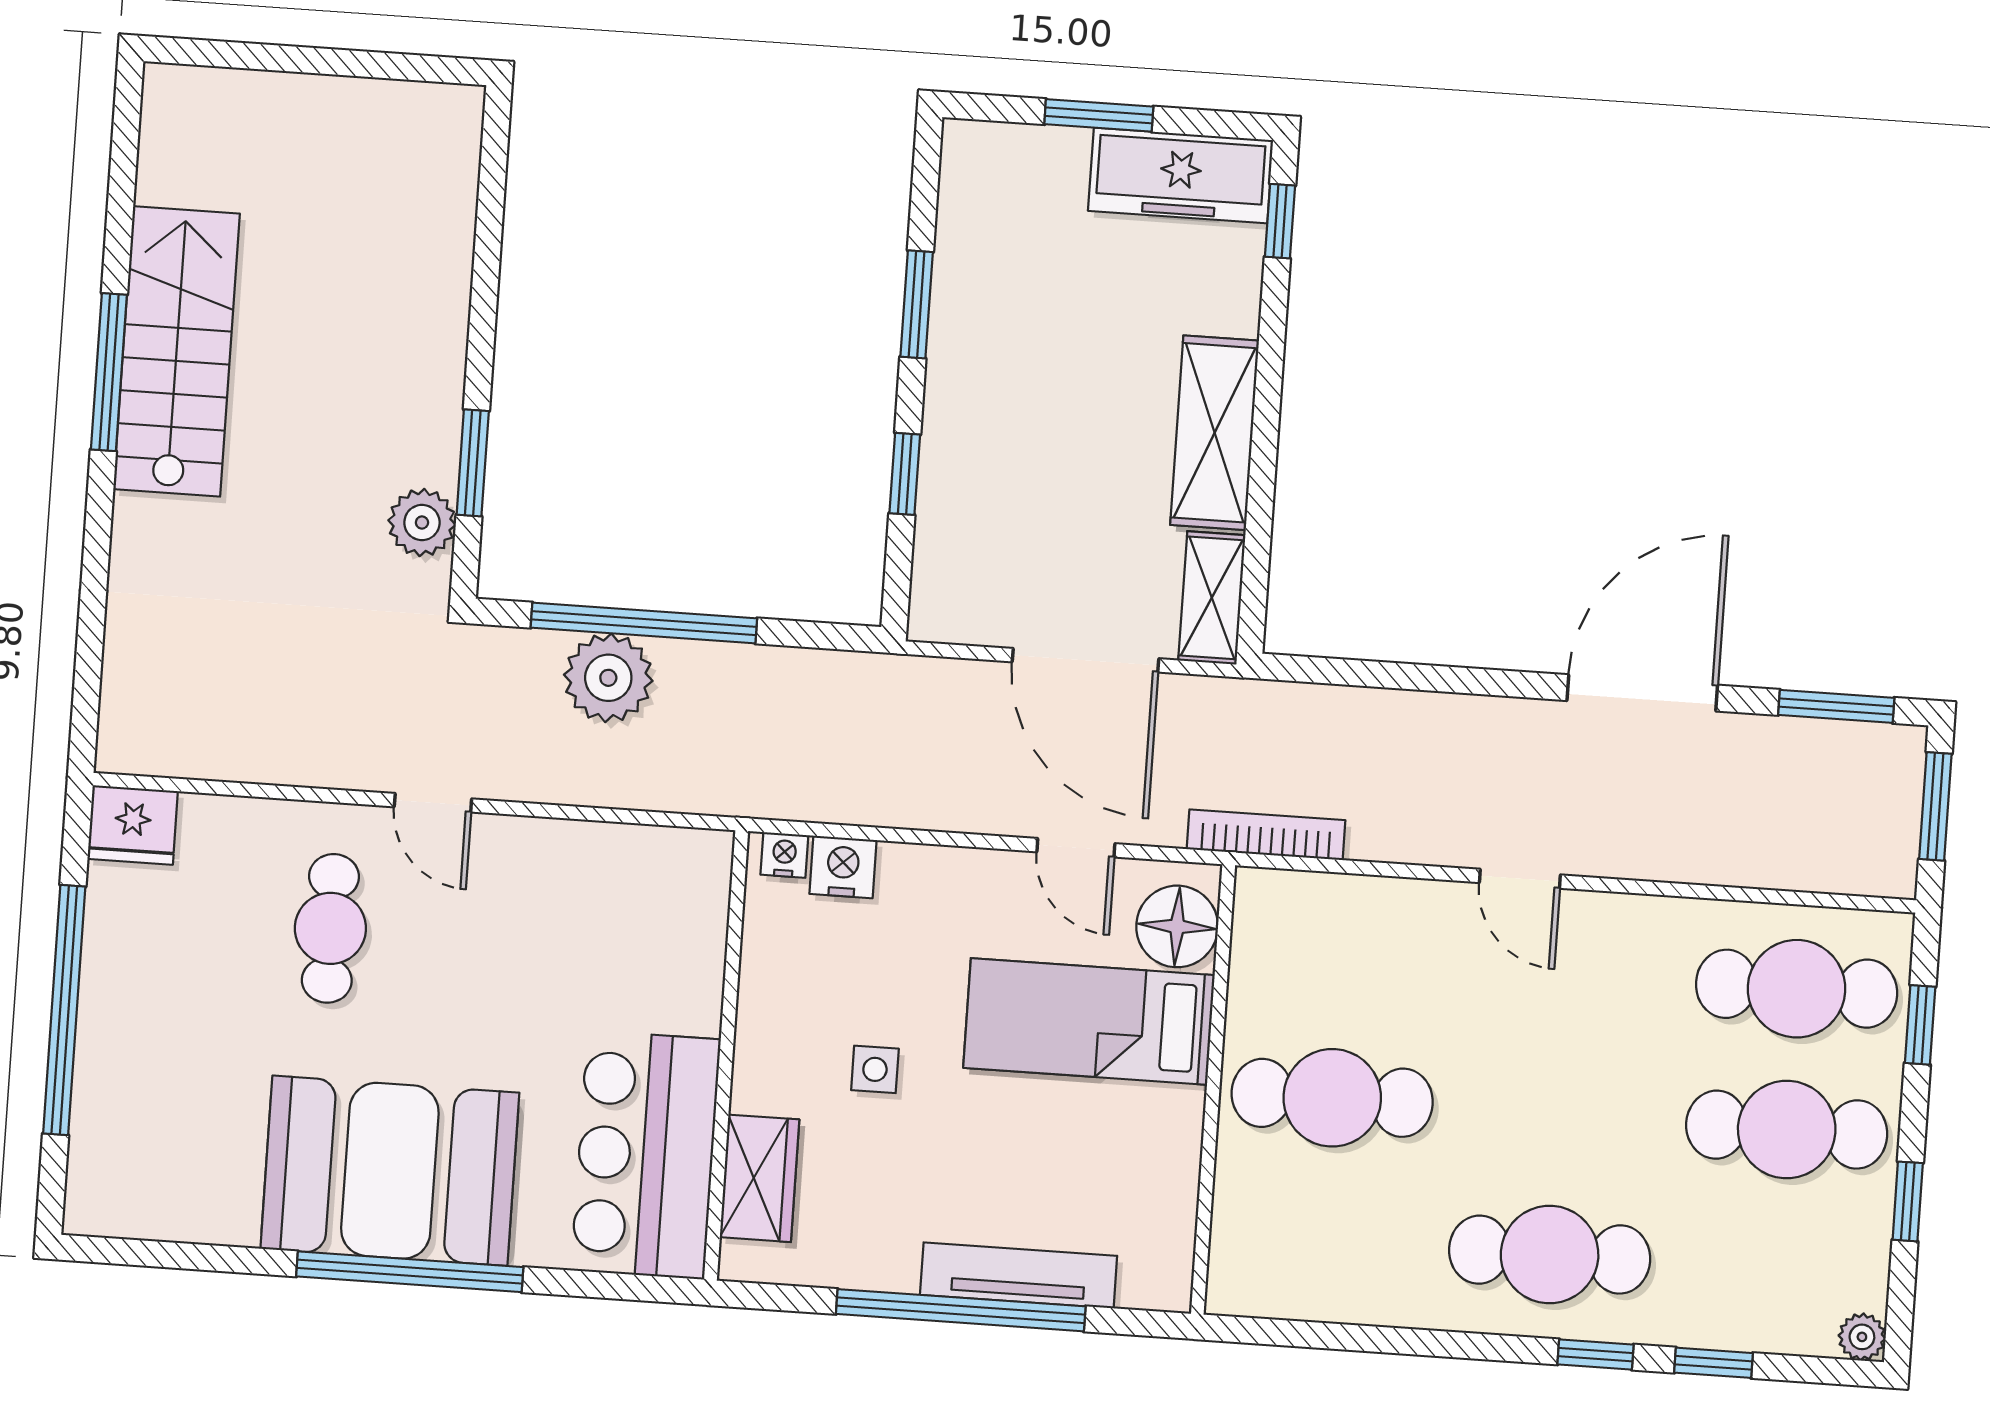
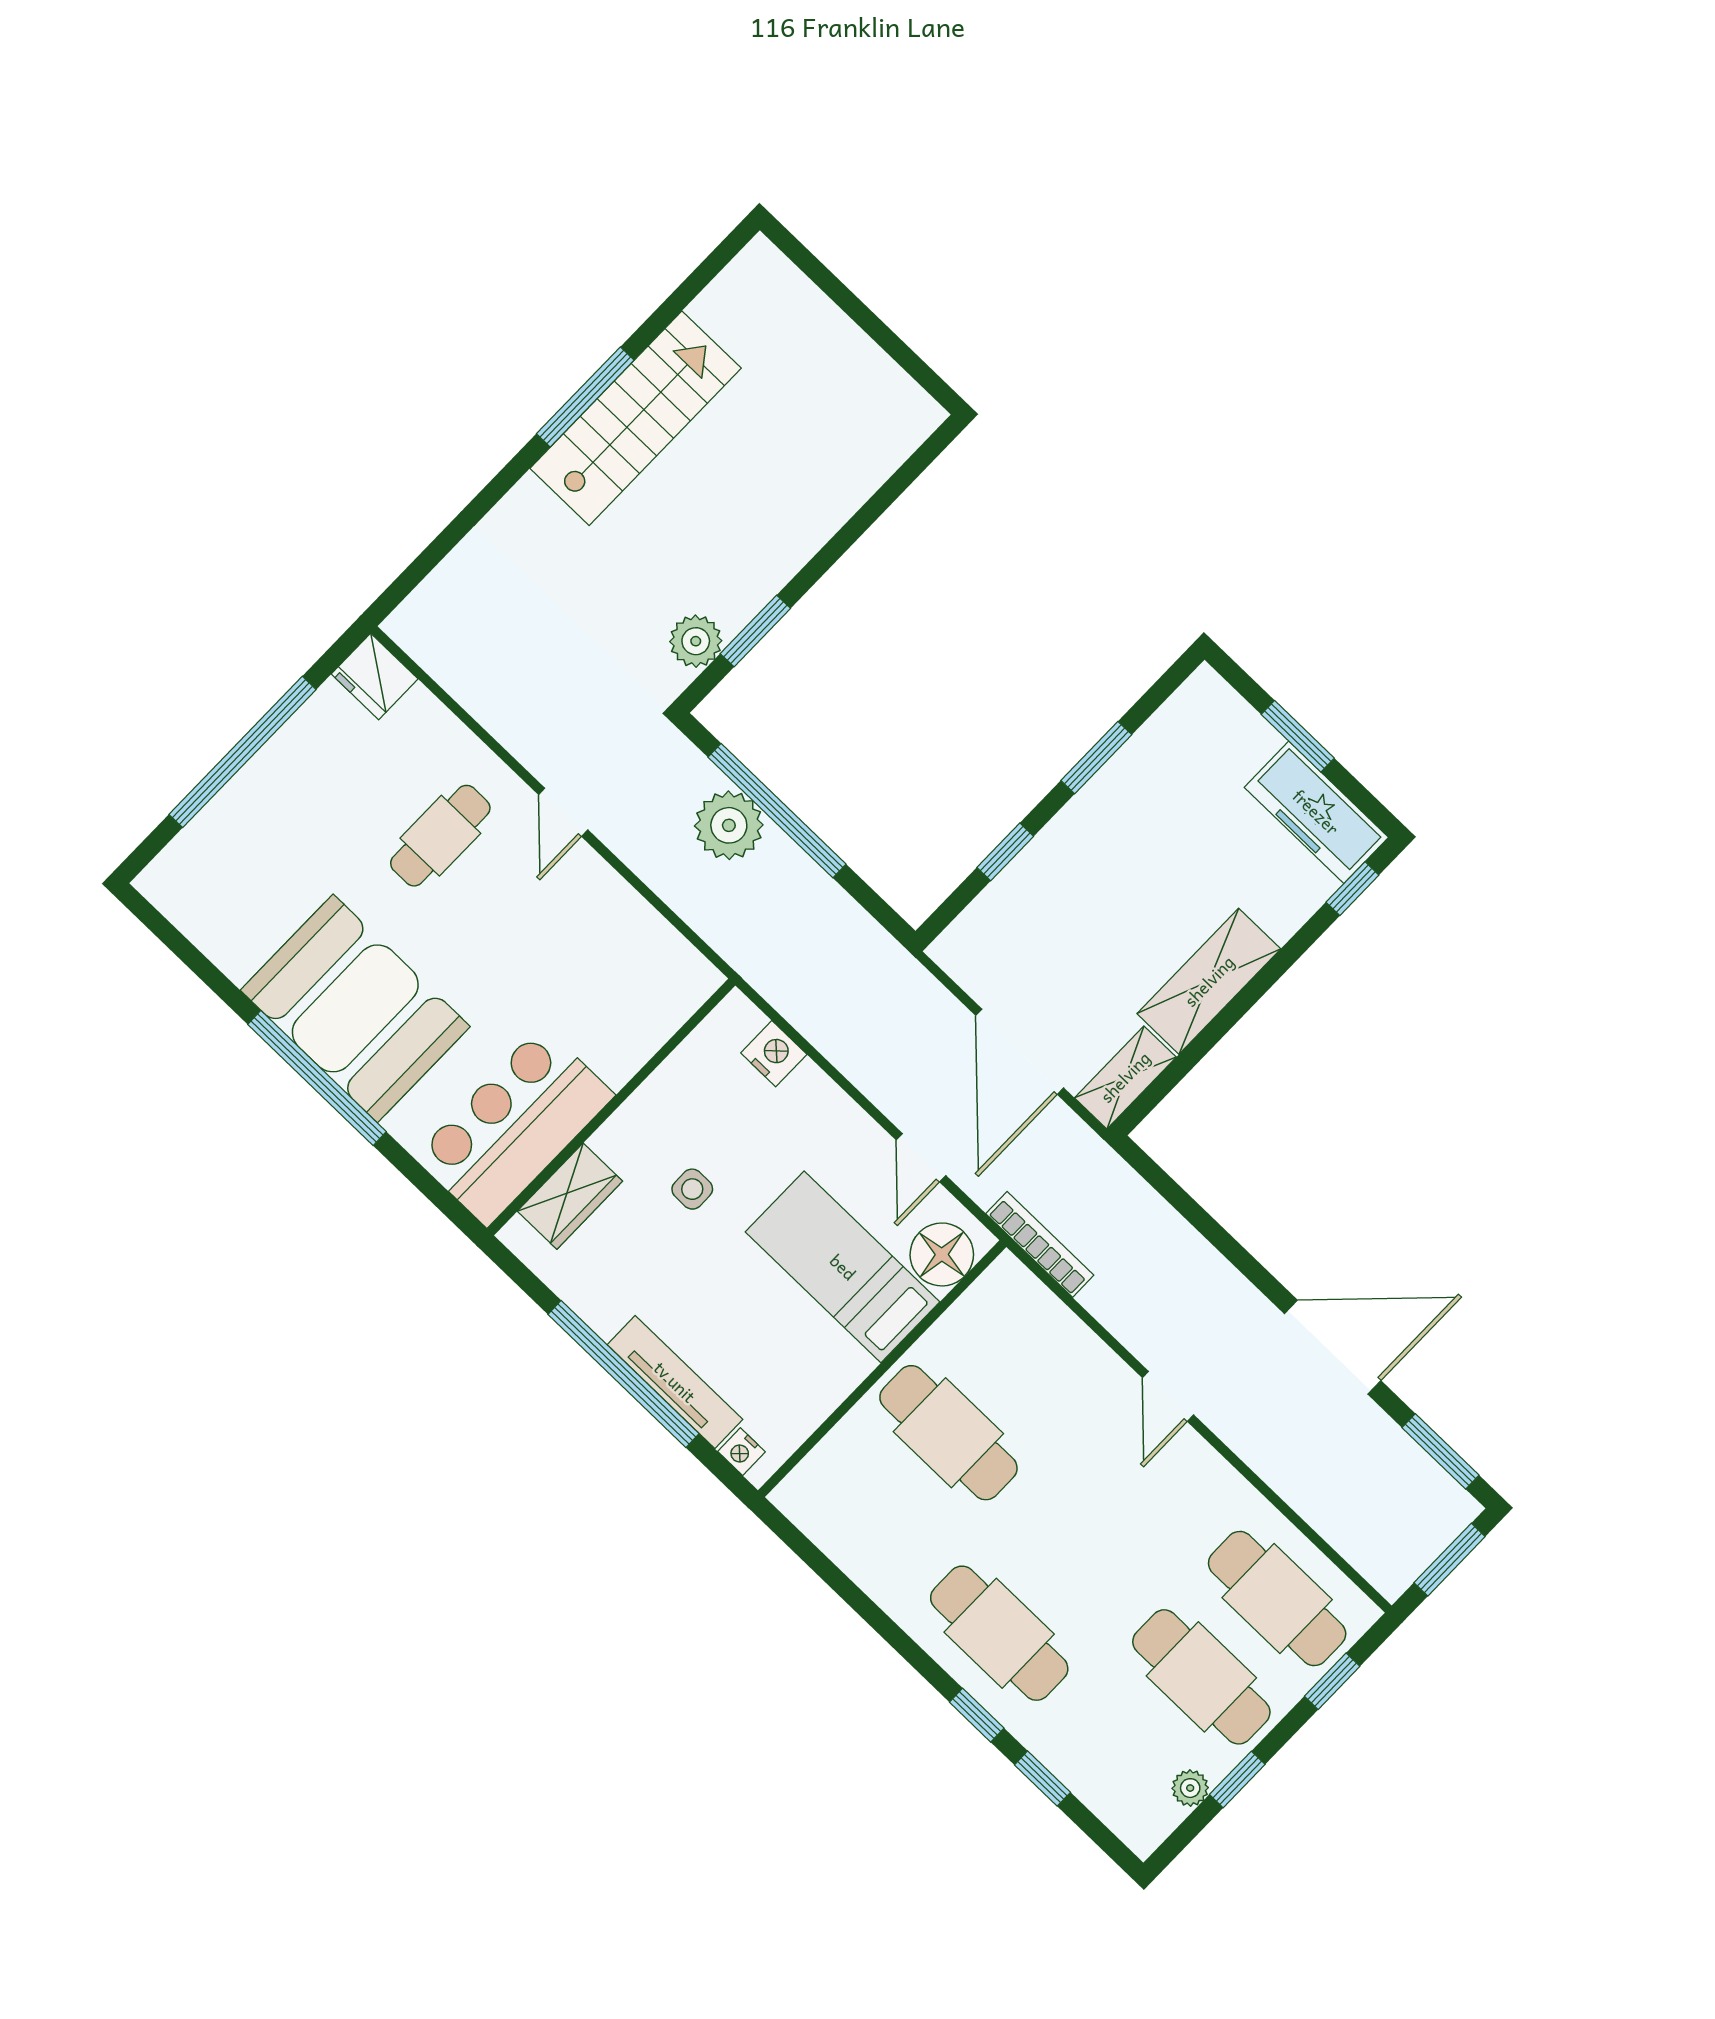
nightstand: (784, 855) -> (742, 1452), moved, turned 180
plant: (1862, 1337) -> (1190, 1788), moved

